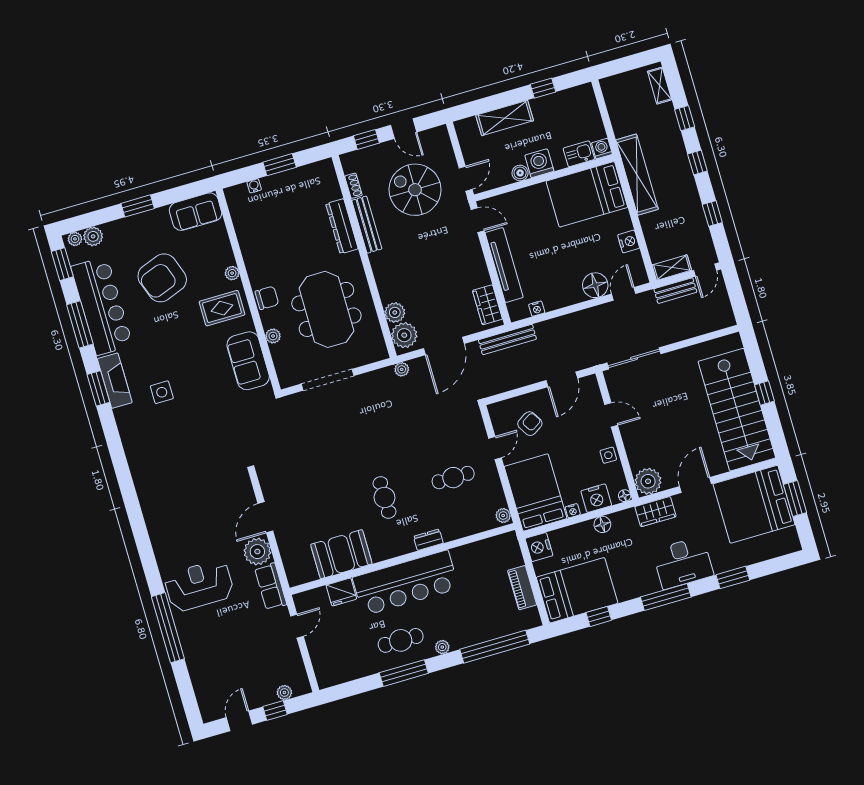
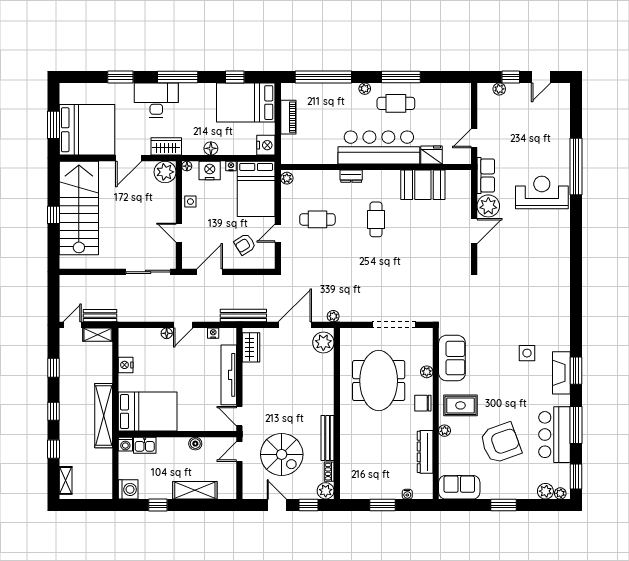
washing machine: (539, 163) -> (128, 489), moved, turned -90
dresser: (342, 226) -> (425, 452), moved, turned 180
floor lamp: (595, 285) -> (167, 333), width x0.53, depth x0.53
door: (624, 294) -> (183, 325), moved
bar counter: (102, 306) -> (554, 435), width x0.73
plant: (395, 312) -> (326, 491), moved
reception desk: (199, 586) -> (542, 193), turned 180

